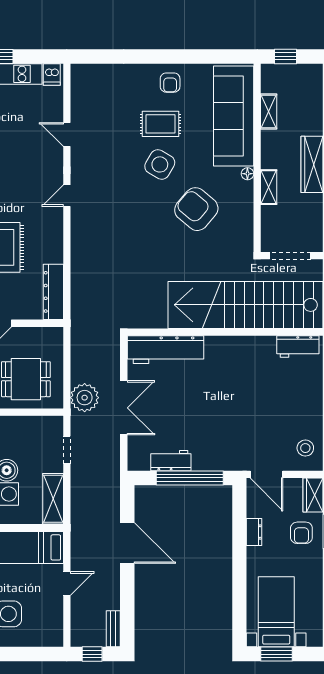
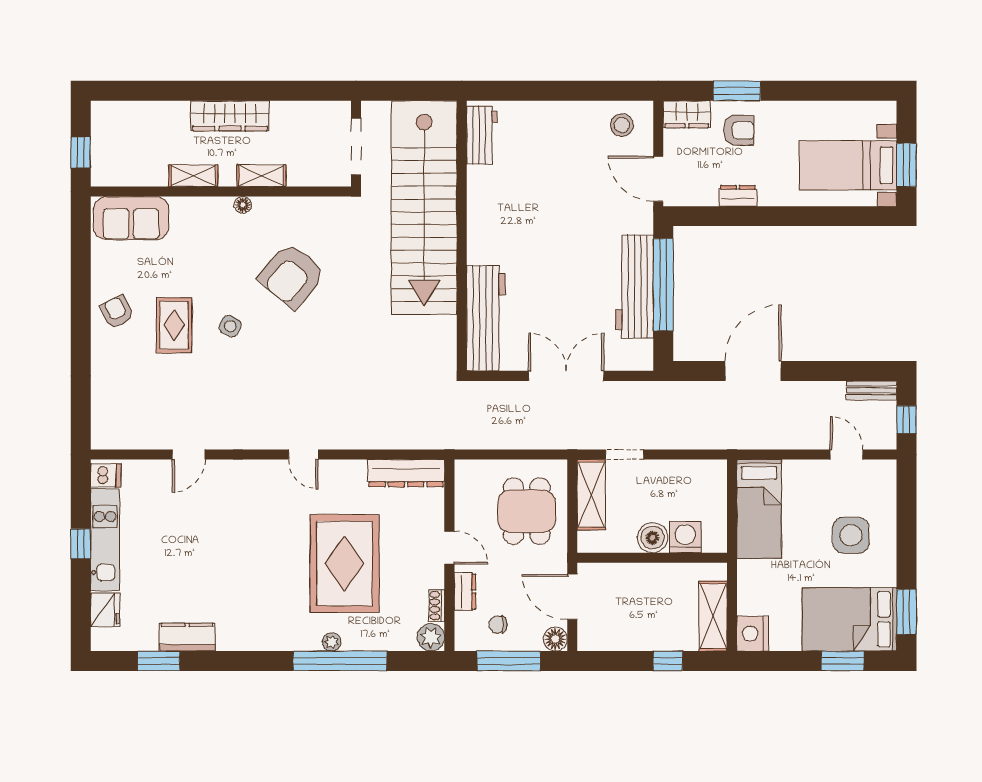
armchair: (170, 83) -> (117, 312), turned -117
shelving: (269, 111) -> (193, 176), moved
sofa: (234, 116) -> (131, 218), width x0.54, depth x0.79
side table: (160, 164) -> (230, 326), width x0.54, depth x0.54
door: (67, 196) -> (303, 455), moved
plant: (85, 398) -> (552, 430), removed
workbench: (171, 461) -> (635, 287), width x1.88, depth x1.32
door: (267, 474) -> (658, 179), swing flipped
shelving: (53, 499) -> (591, 495), moved, turned 90
door: (67, 584) -> (846, 455), moved

